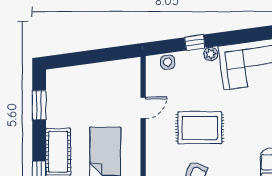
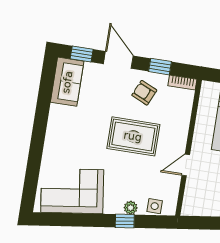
plant: (211, 54) -> (131, 208), moved

